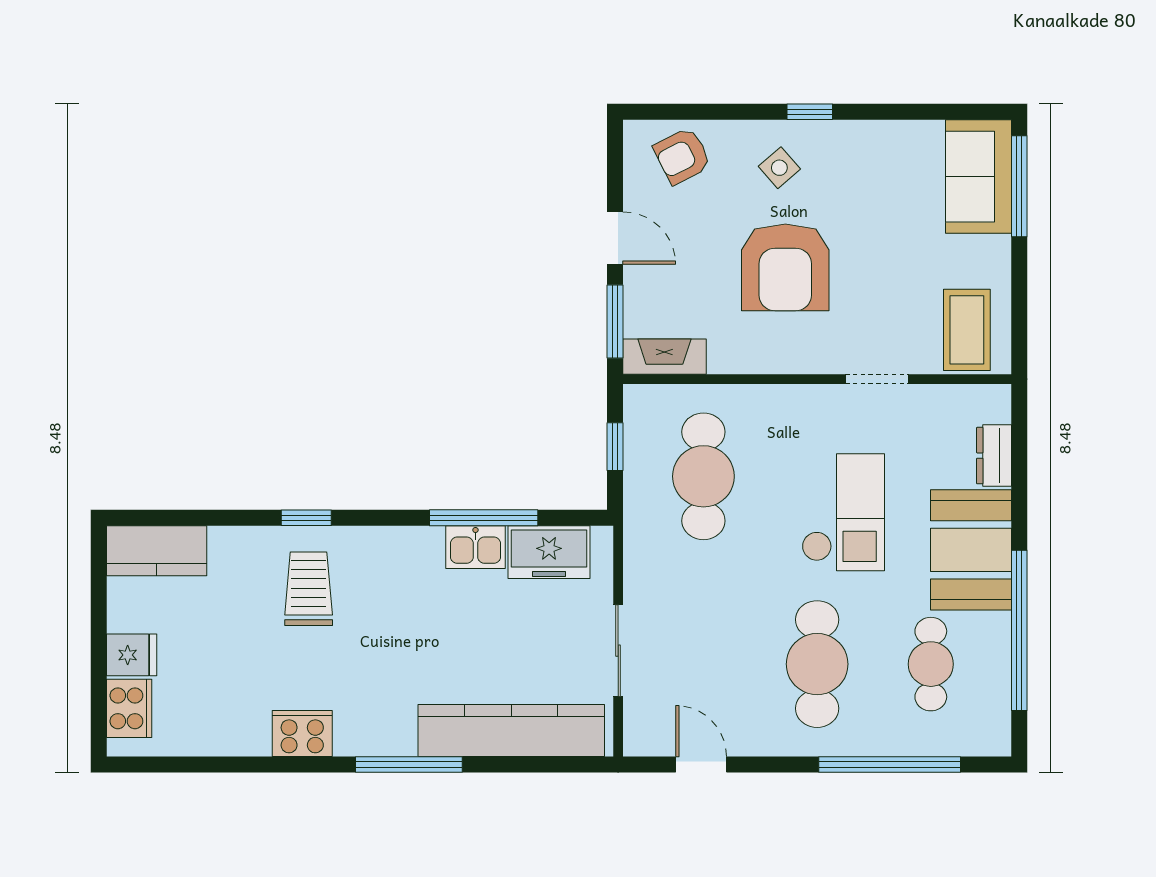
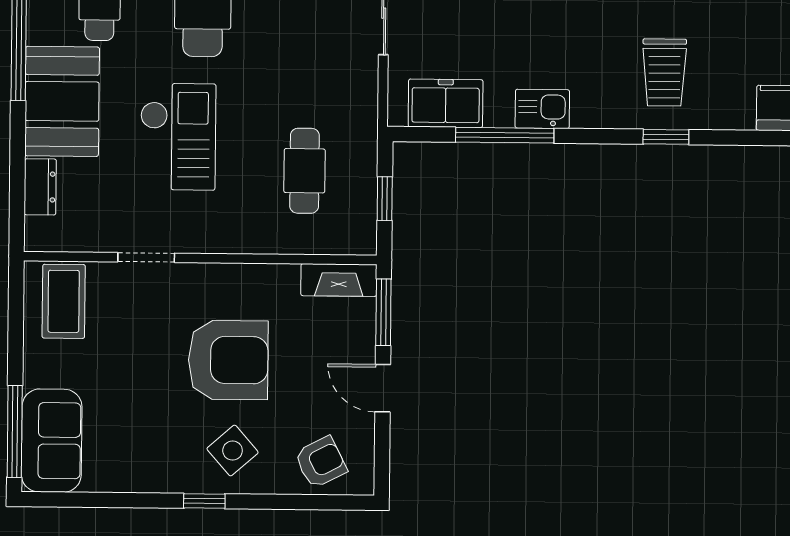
side table: (779, 168) -> (233, 451), width x1.37, depth x1.37
armchair: (785, 267) -> (228, 360), turned 90
cafe table: (703, 476) -> (304, 171), width x0.73, depth x0.74
checkout: (843, 512) -> (178, 137), turned 180
kitchen sink: (475, 547) -> (542, 109), moved

